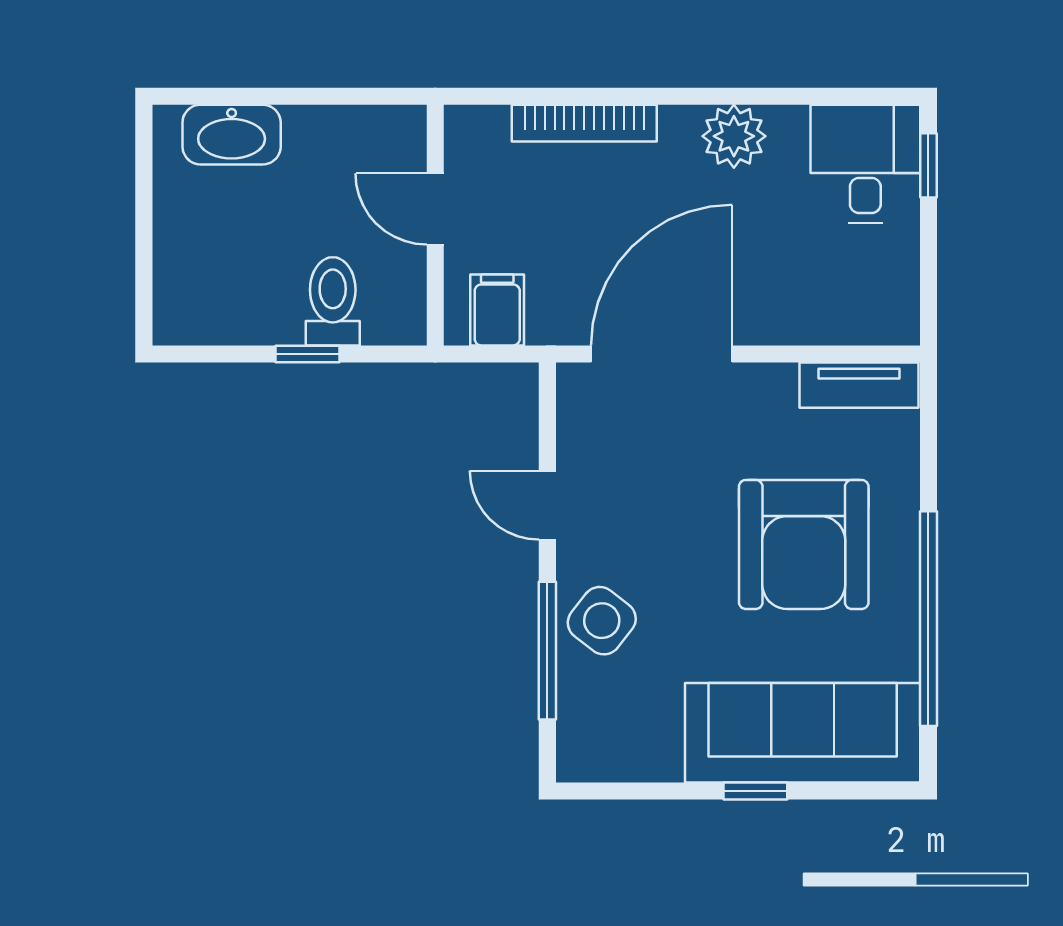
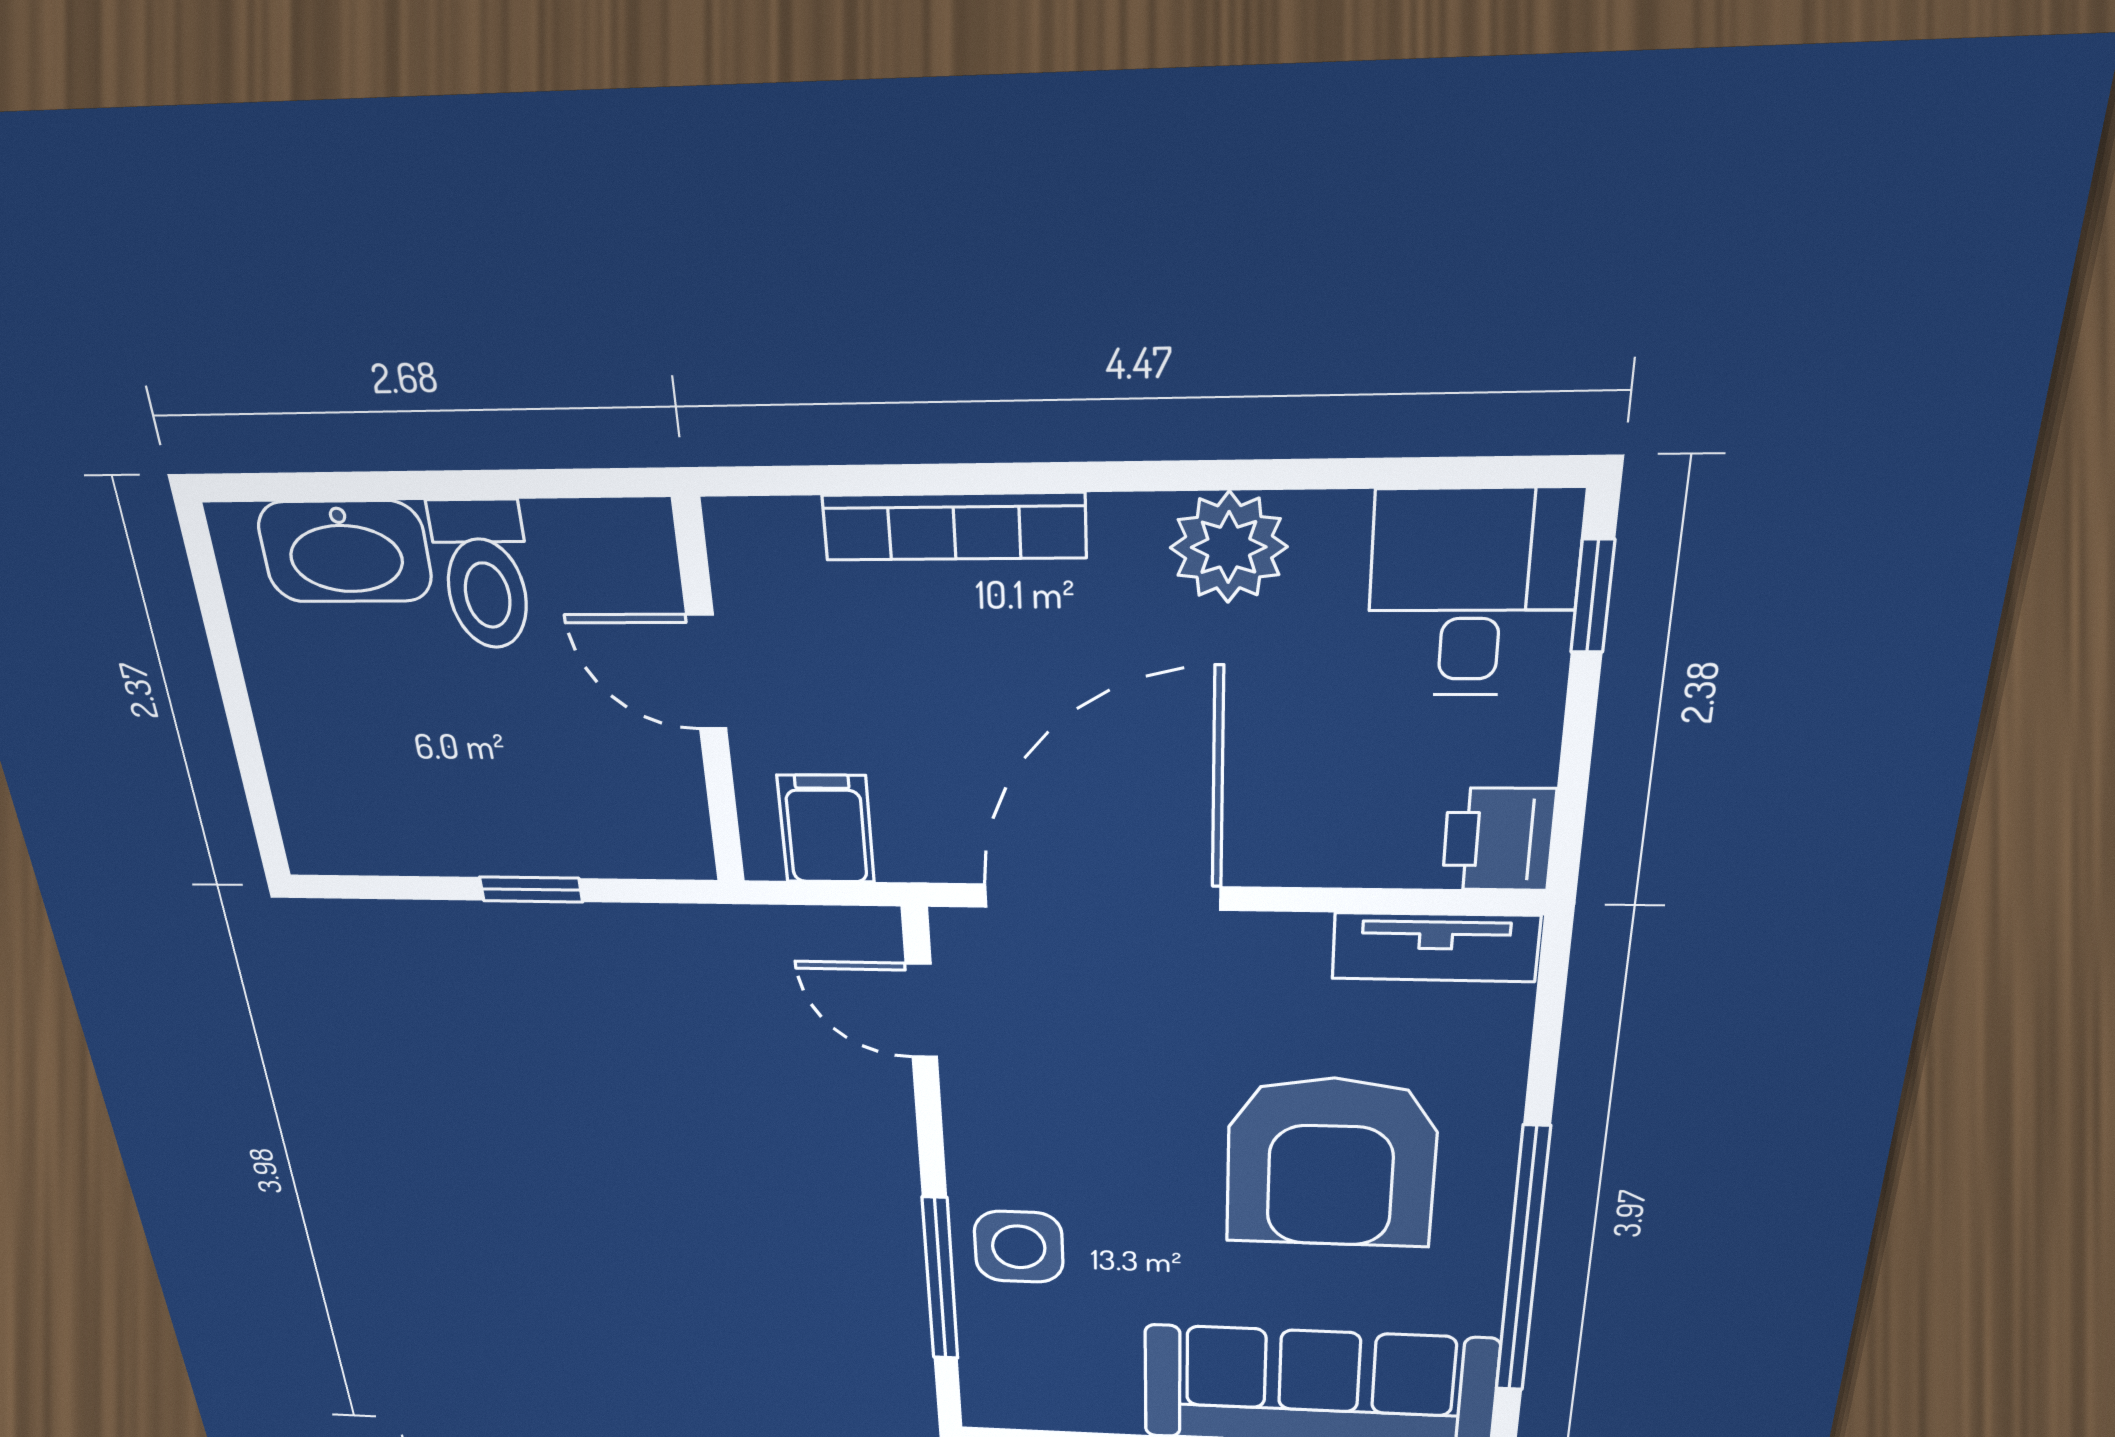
toilet: (333, 301) -> (484, 575), moved, turned 180
printer: (890, 313) -> (1499, 839), added
door: (547, 505) -> (921, 1011), moved
side table: (602, 621) -> (1019, 1247), turned -38

